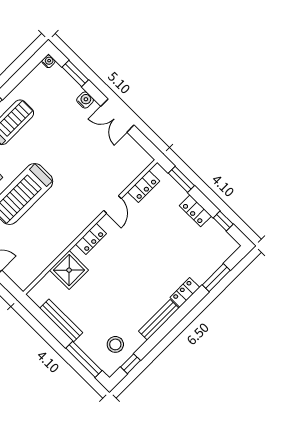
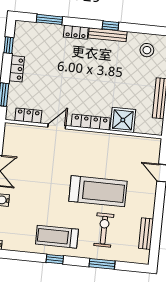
locker: (91, 239) -> (91, 122), width x1.53
window: (131, 364) -> (110, 26), moved

